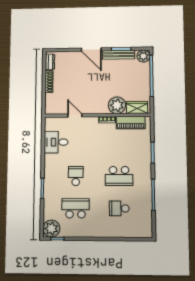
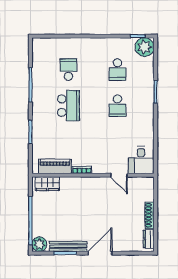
door: (91, 50) -> (100, 253), hinge flipped
plant: (117, 105) -> (70, 187), removed
desk: (56, 142) -> (141, 160), moved, turned 90
school desk: (119, 176) -> (68, 106), turned 90
school desk: (76, 208) -> (117, 70), width x0.54
school desk: (119, 208) -> (68, 70), turned -90

